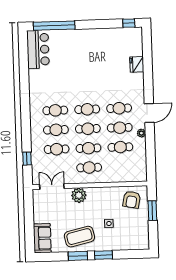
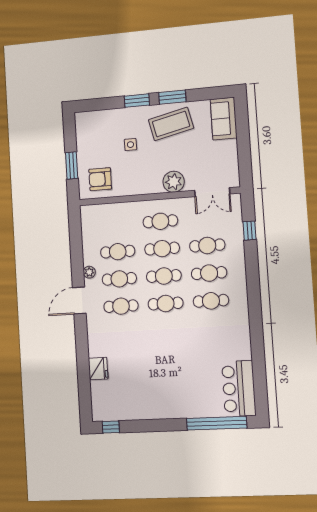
armchair: (132, 200) -> (100, 179), turned -101

